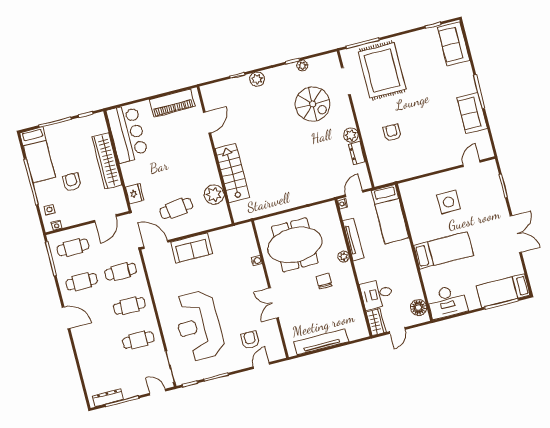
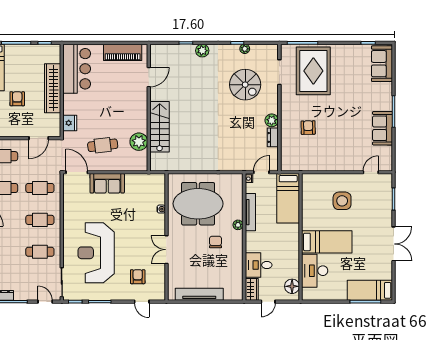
desk: (447, 302) -> (315, 271), moved, turned 90
door: (261, 366) -> (142, 302), swing flipped

